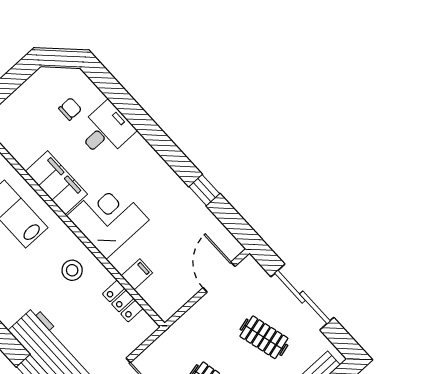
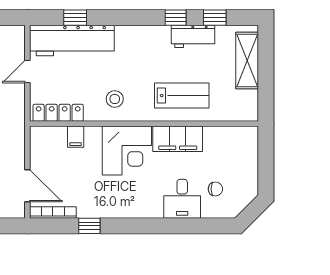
chair: (70, 109) -> (215, 189), turned -90
bookcase: (222, 233) -> (53, 213), added
locker: (123, 301) -> (58, 113), width x1.53

